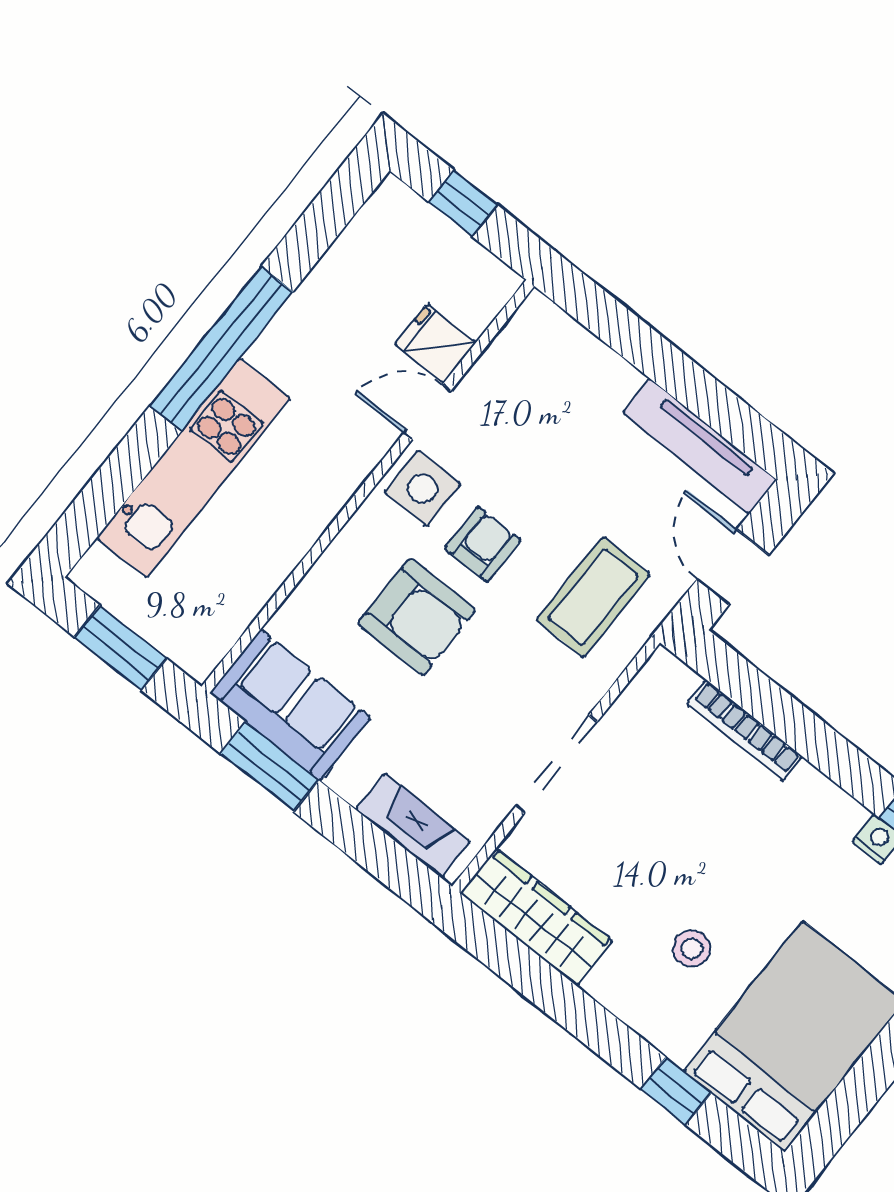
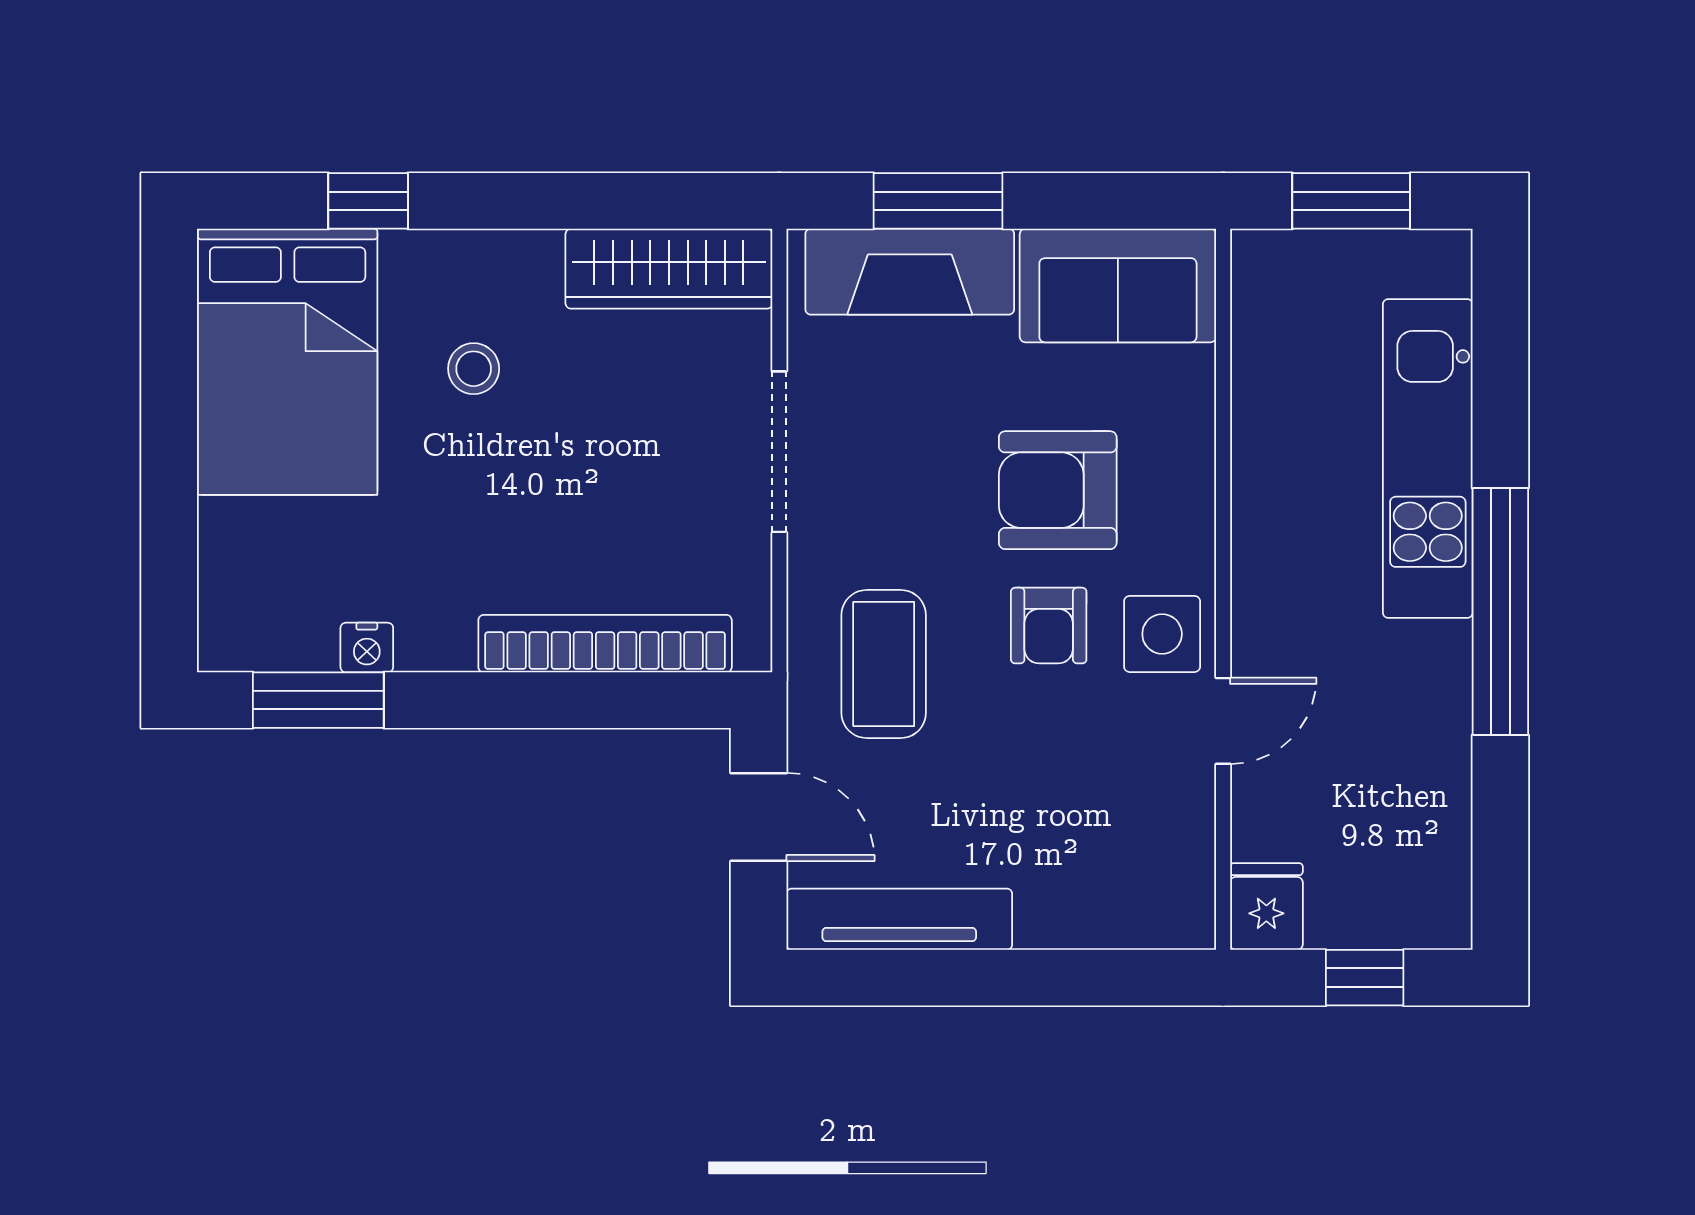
fridge: (435, 344) -> (1266, 906), moved, turned -90
bookcase: (745, 730) -> (605, 644), width x1.48, depth x1.31
window: (270, 767) -> (938, 201), moved
fireplace: (413, 825) -> (910, 272), width x1.37, depth x1.32

